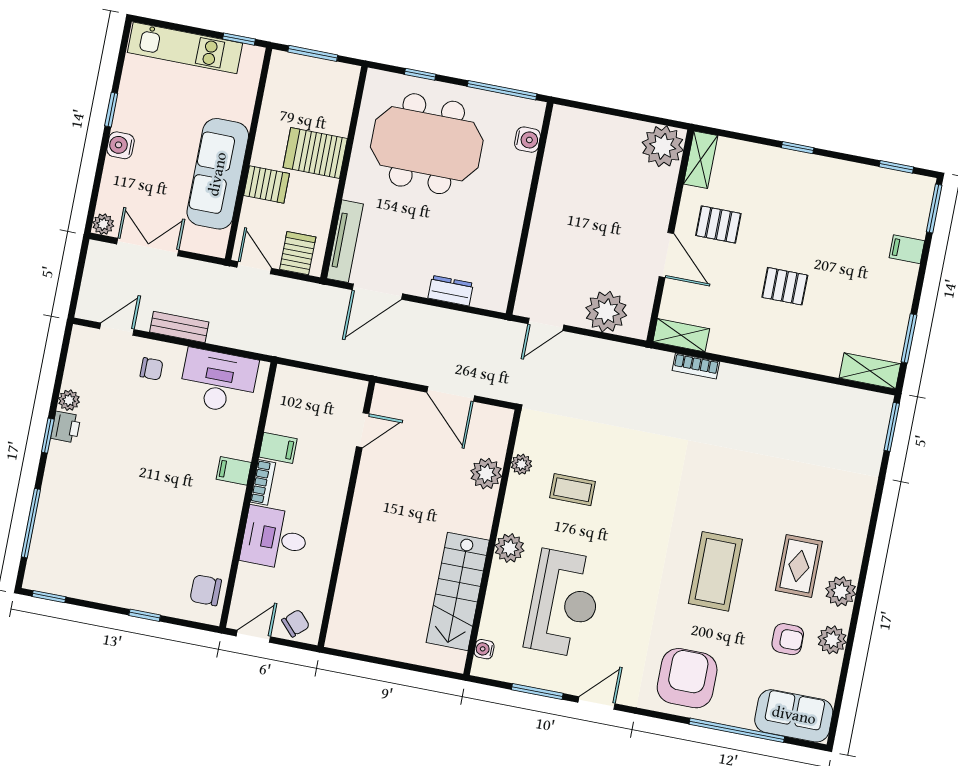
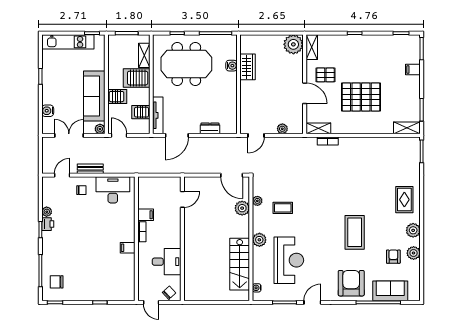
shelving: (341, 108) -> (144, 55), added
water cooler: (527, 140) -> (231, 66), moved
water cooler: (121, 145) -> (48, 111), moved
wardrobe: (556, 175) -> (248, 67), added
plant: (103, 224) -> (100, 129), moved
server rack: (298, 253) -> (141, 112), moved, turned -90
pallet: (785, 286) -> (361, 97), width x2.05, depth x2.00
plant: (606, 312) -> (282, 129), width x0.53, depth x0.53
door: (451, 394) -> (232, 175), moved
filing cabinet: (234, 471) -> (128, 248), moved
desk: (275, 538) -> (167, 262), moved, turned 180
rug: (799, 566) -> (404, 200), moved
chair: (206, 590) -> (57, 282), moved
door: (253, 636) -> (151, 302), swing flipped
armchair: (788, 639) -> (393, 257), turned -90
sofa: (794, 716) -> (390, 291), moved

